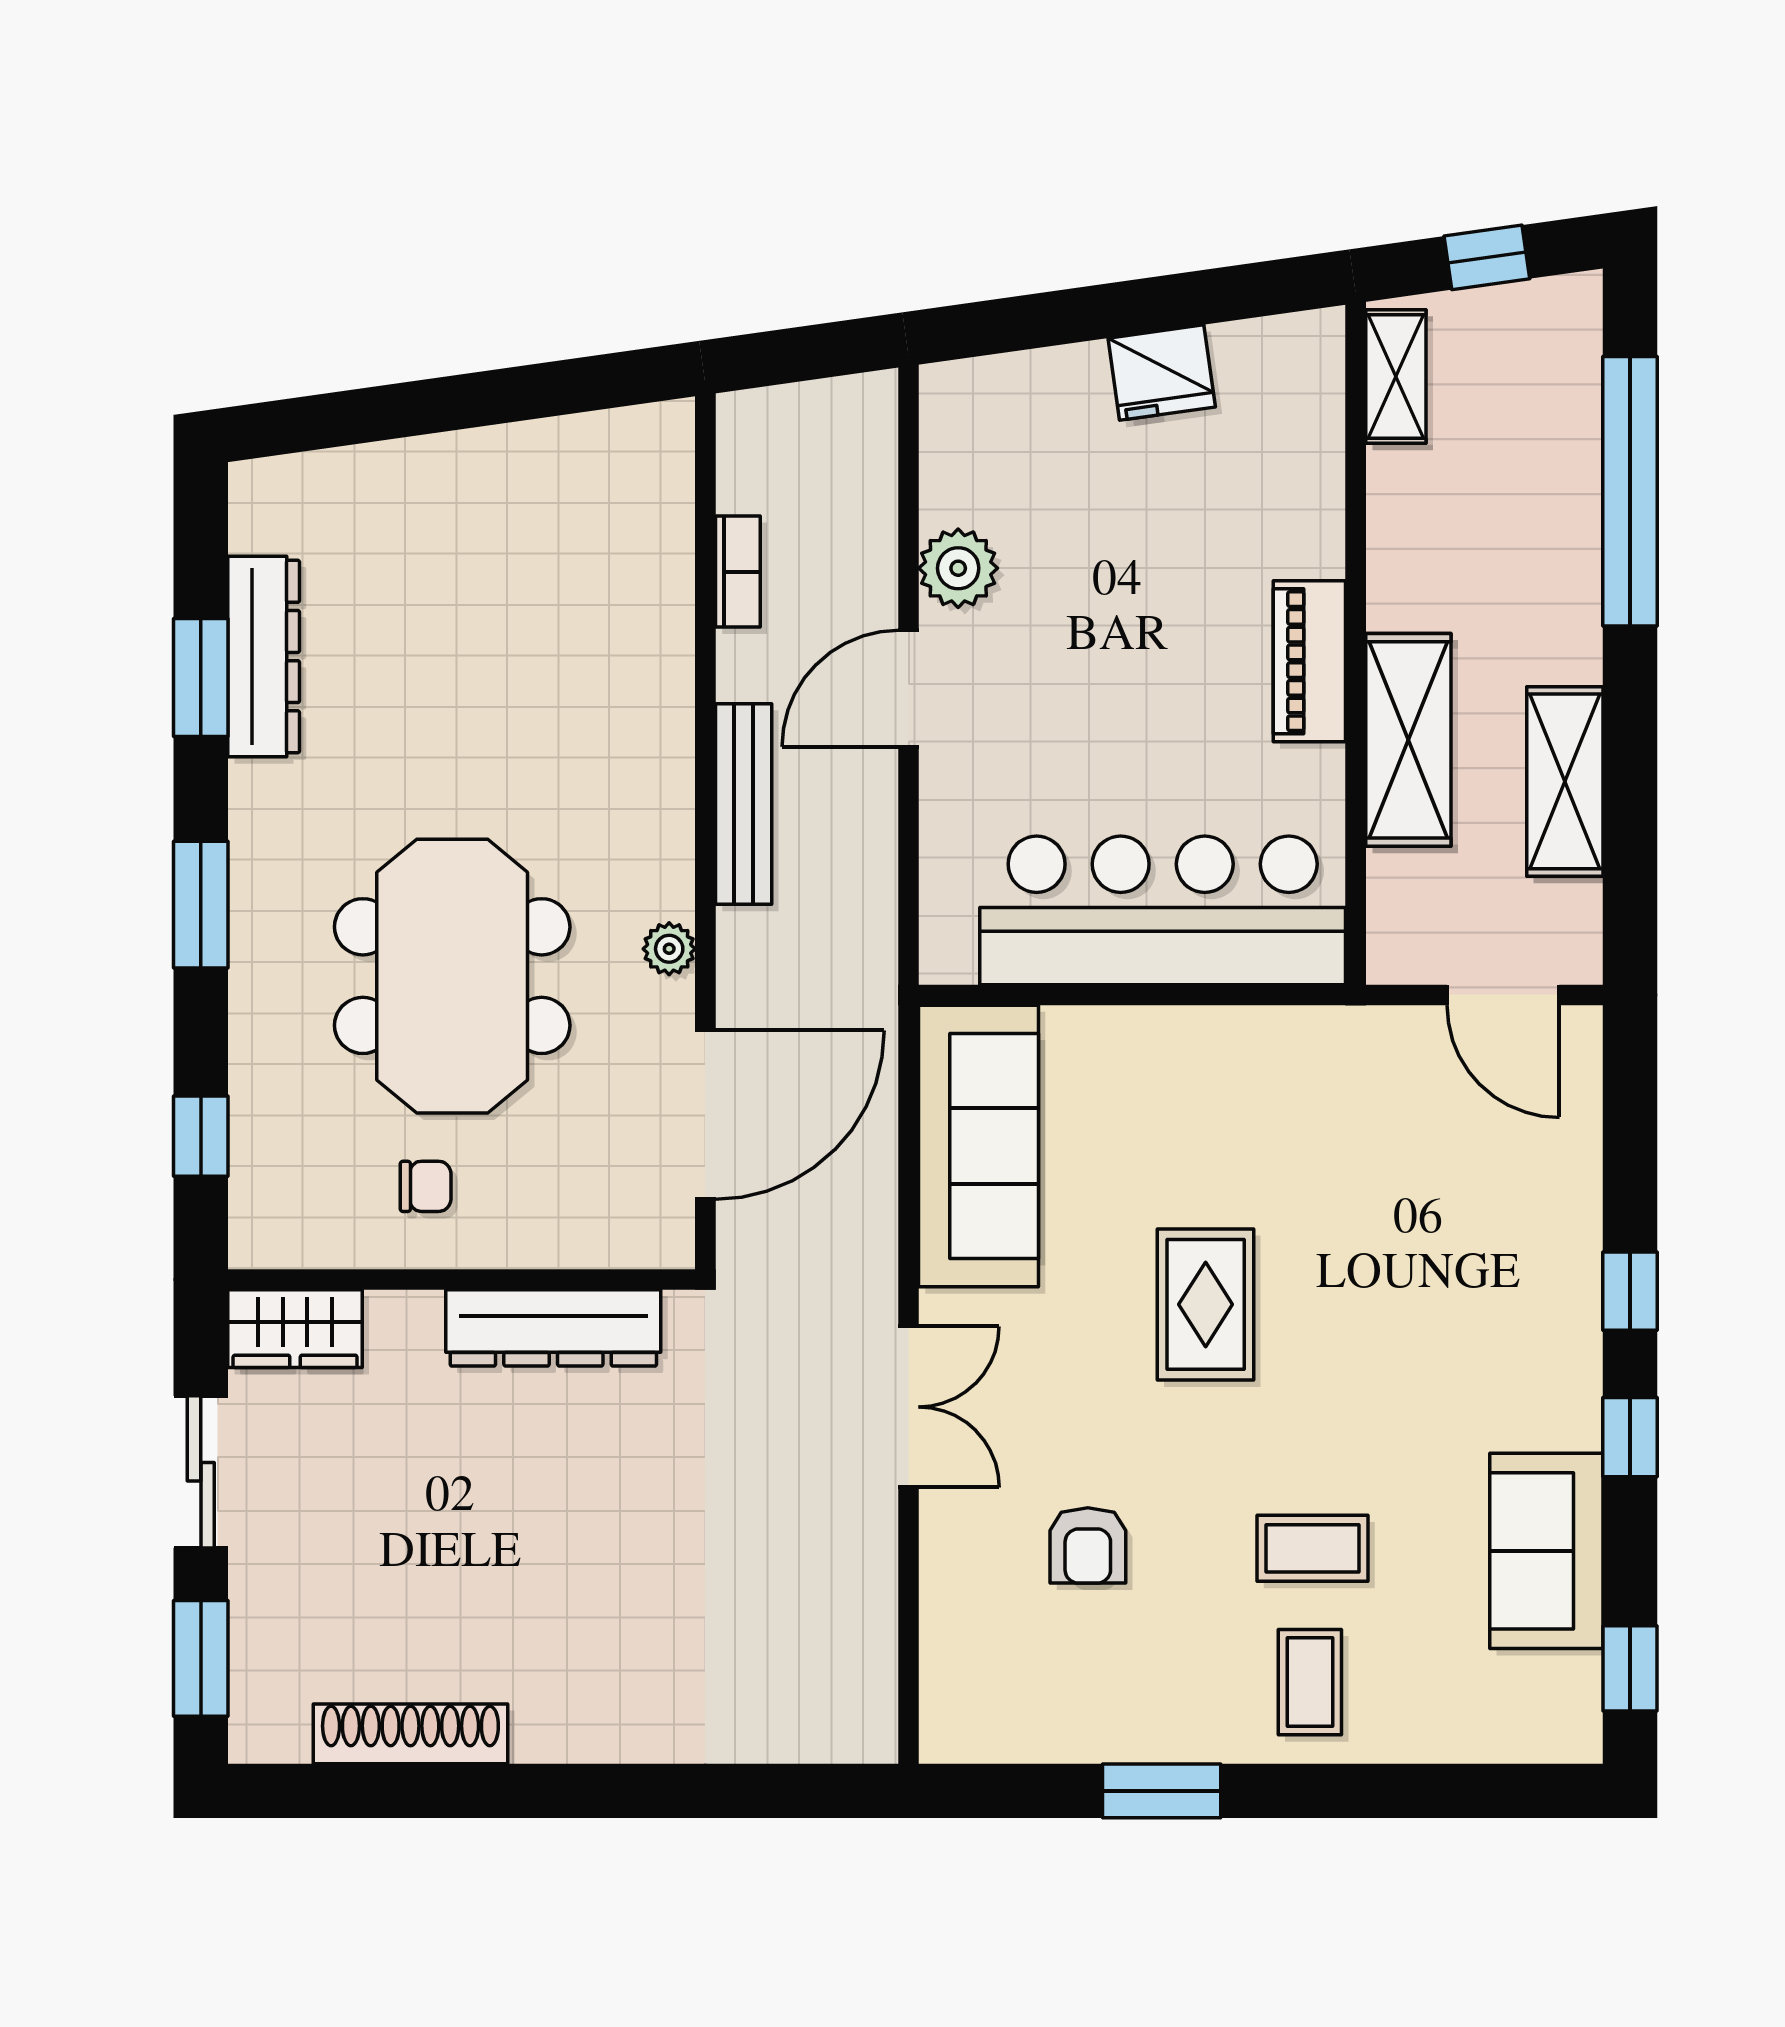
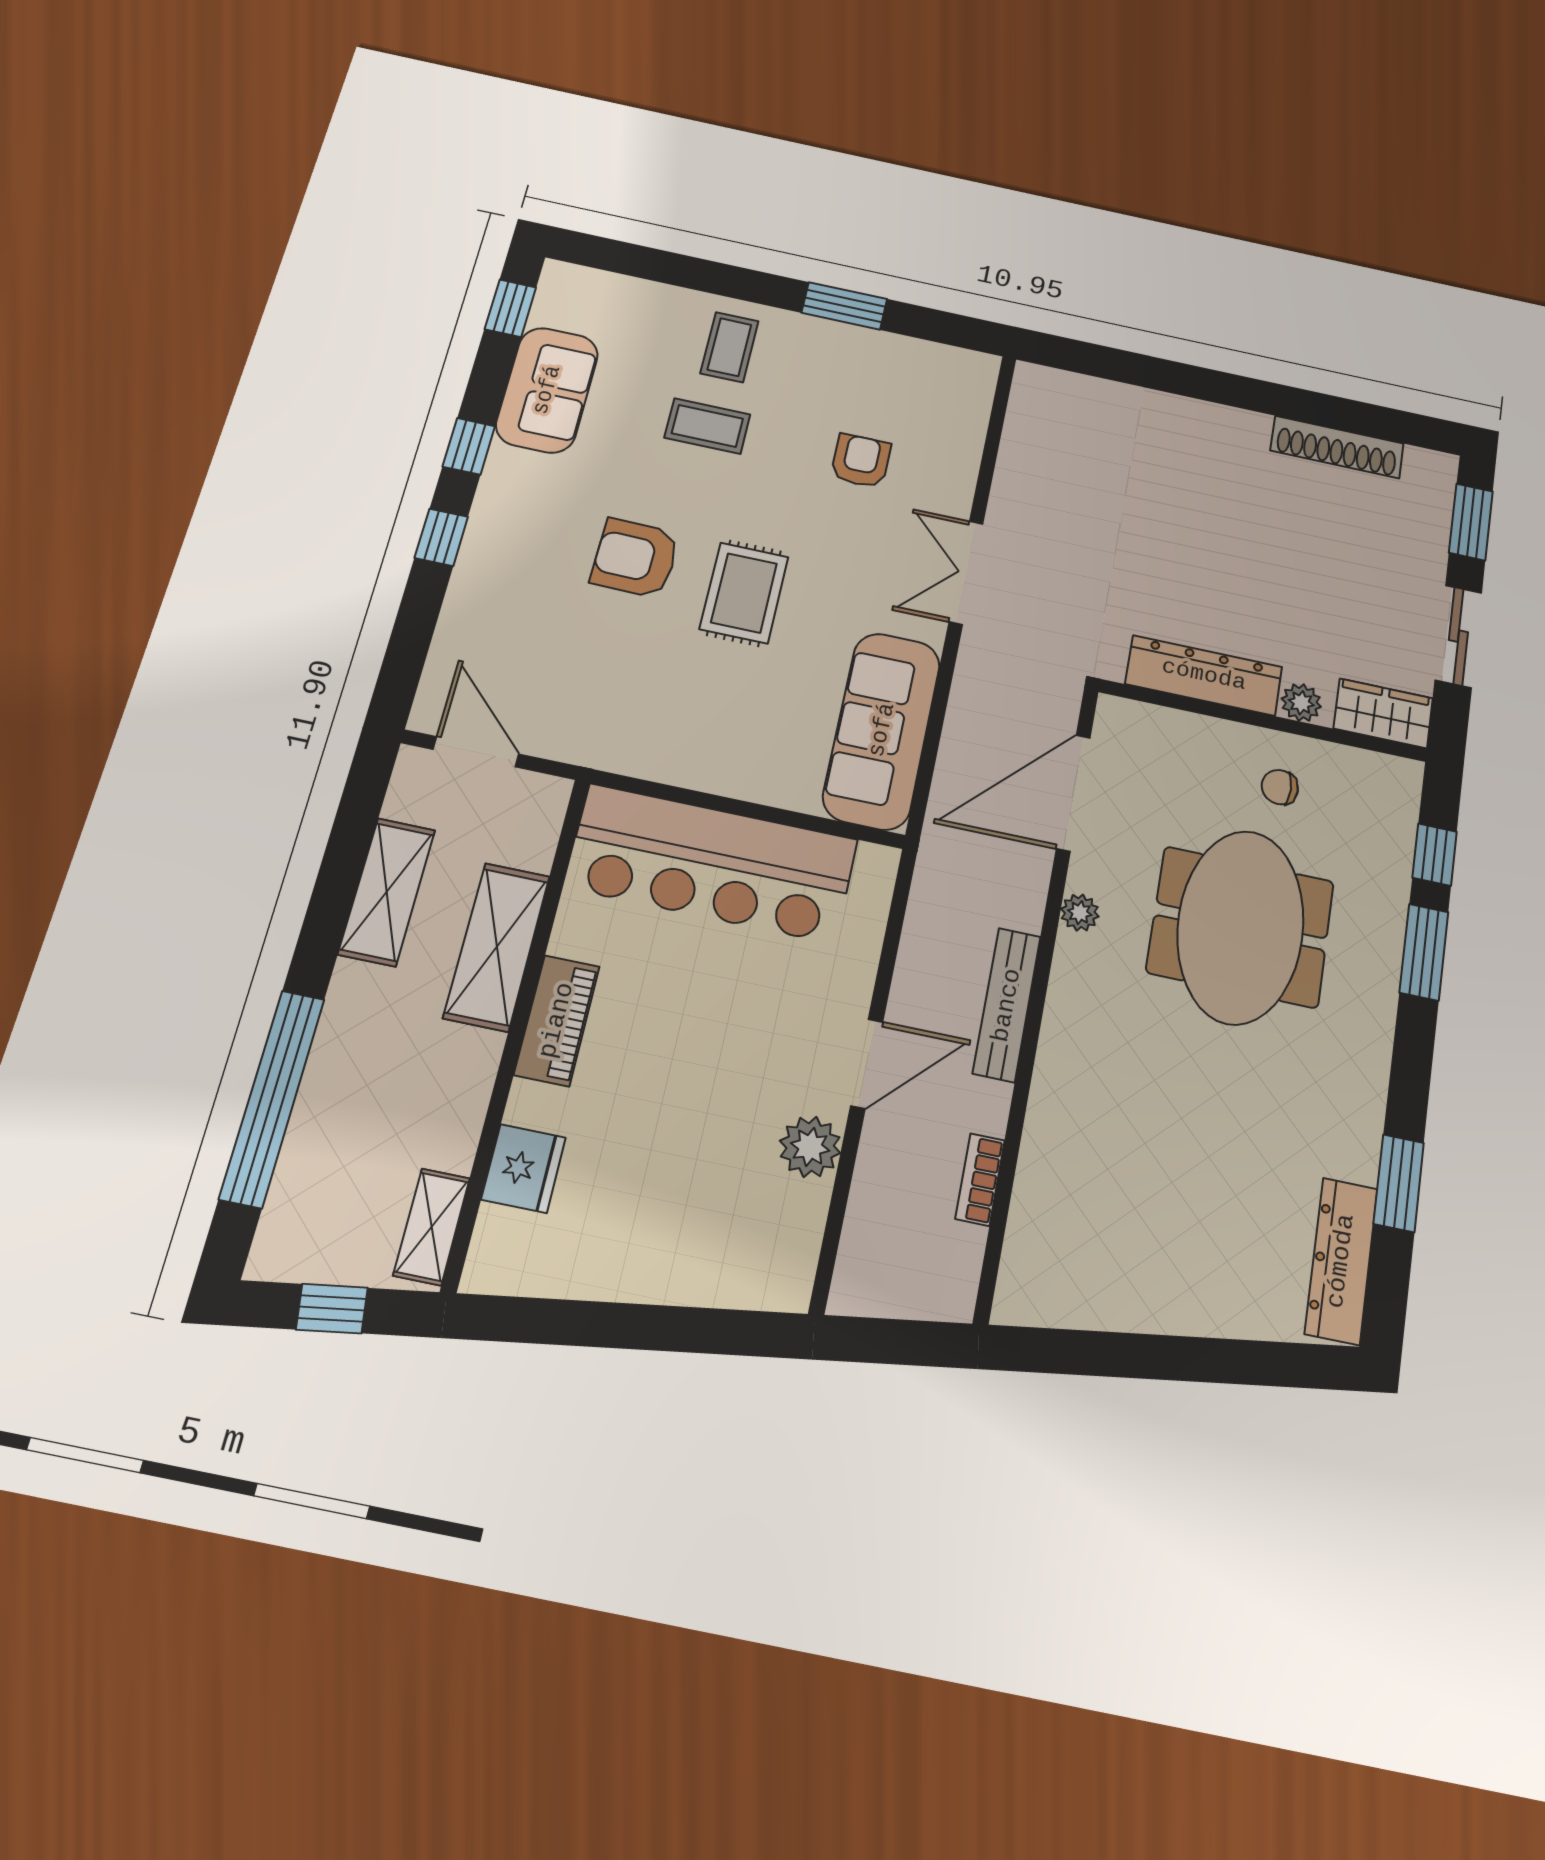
fridge: (1162, 373) -> (524, 1168), moved, turned 98
dresser: (264, 657) -> (1341, 1261), moved
window: (201, 905) -> (1424, 952), moved
plant: (412, 1318) -> (1301, 703), added
armchair: (1364, 1322) -> (635, 558), added

